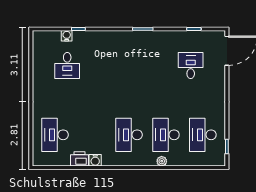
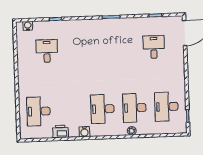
water cooler: (67, 36) -> (28, 26), moved
desk: (67, 65) -> (47, 51), turned 180
water cooler: (95, 160) -> (84, 132), moved

